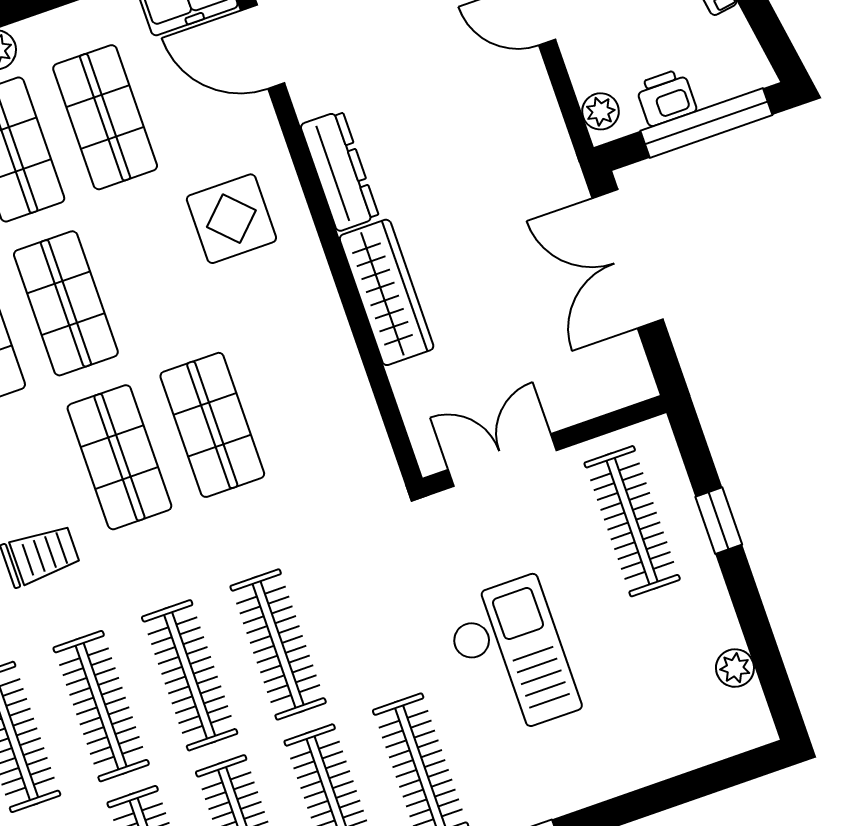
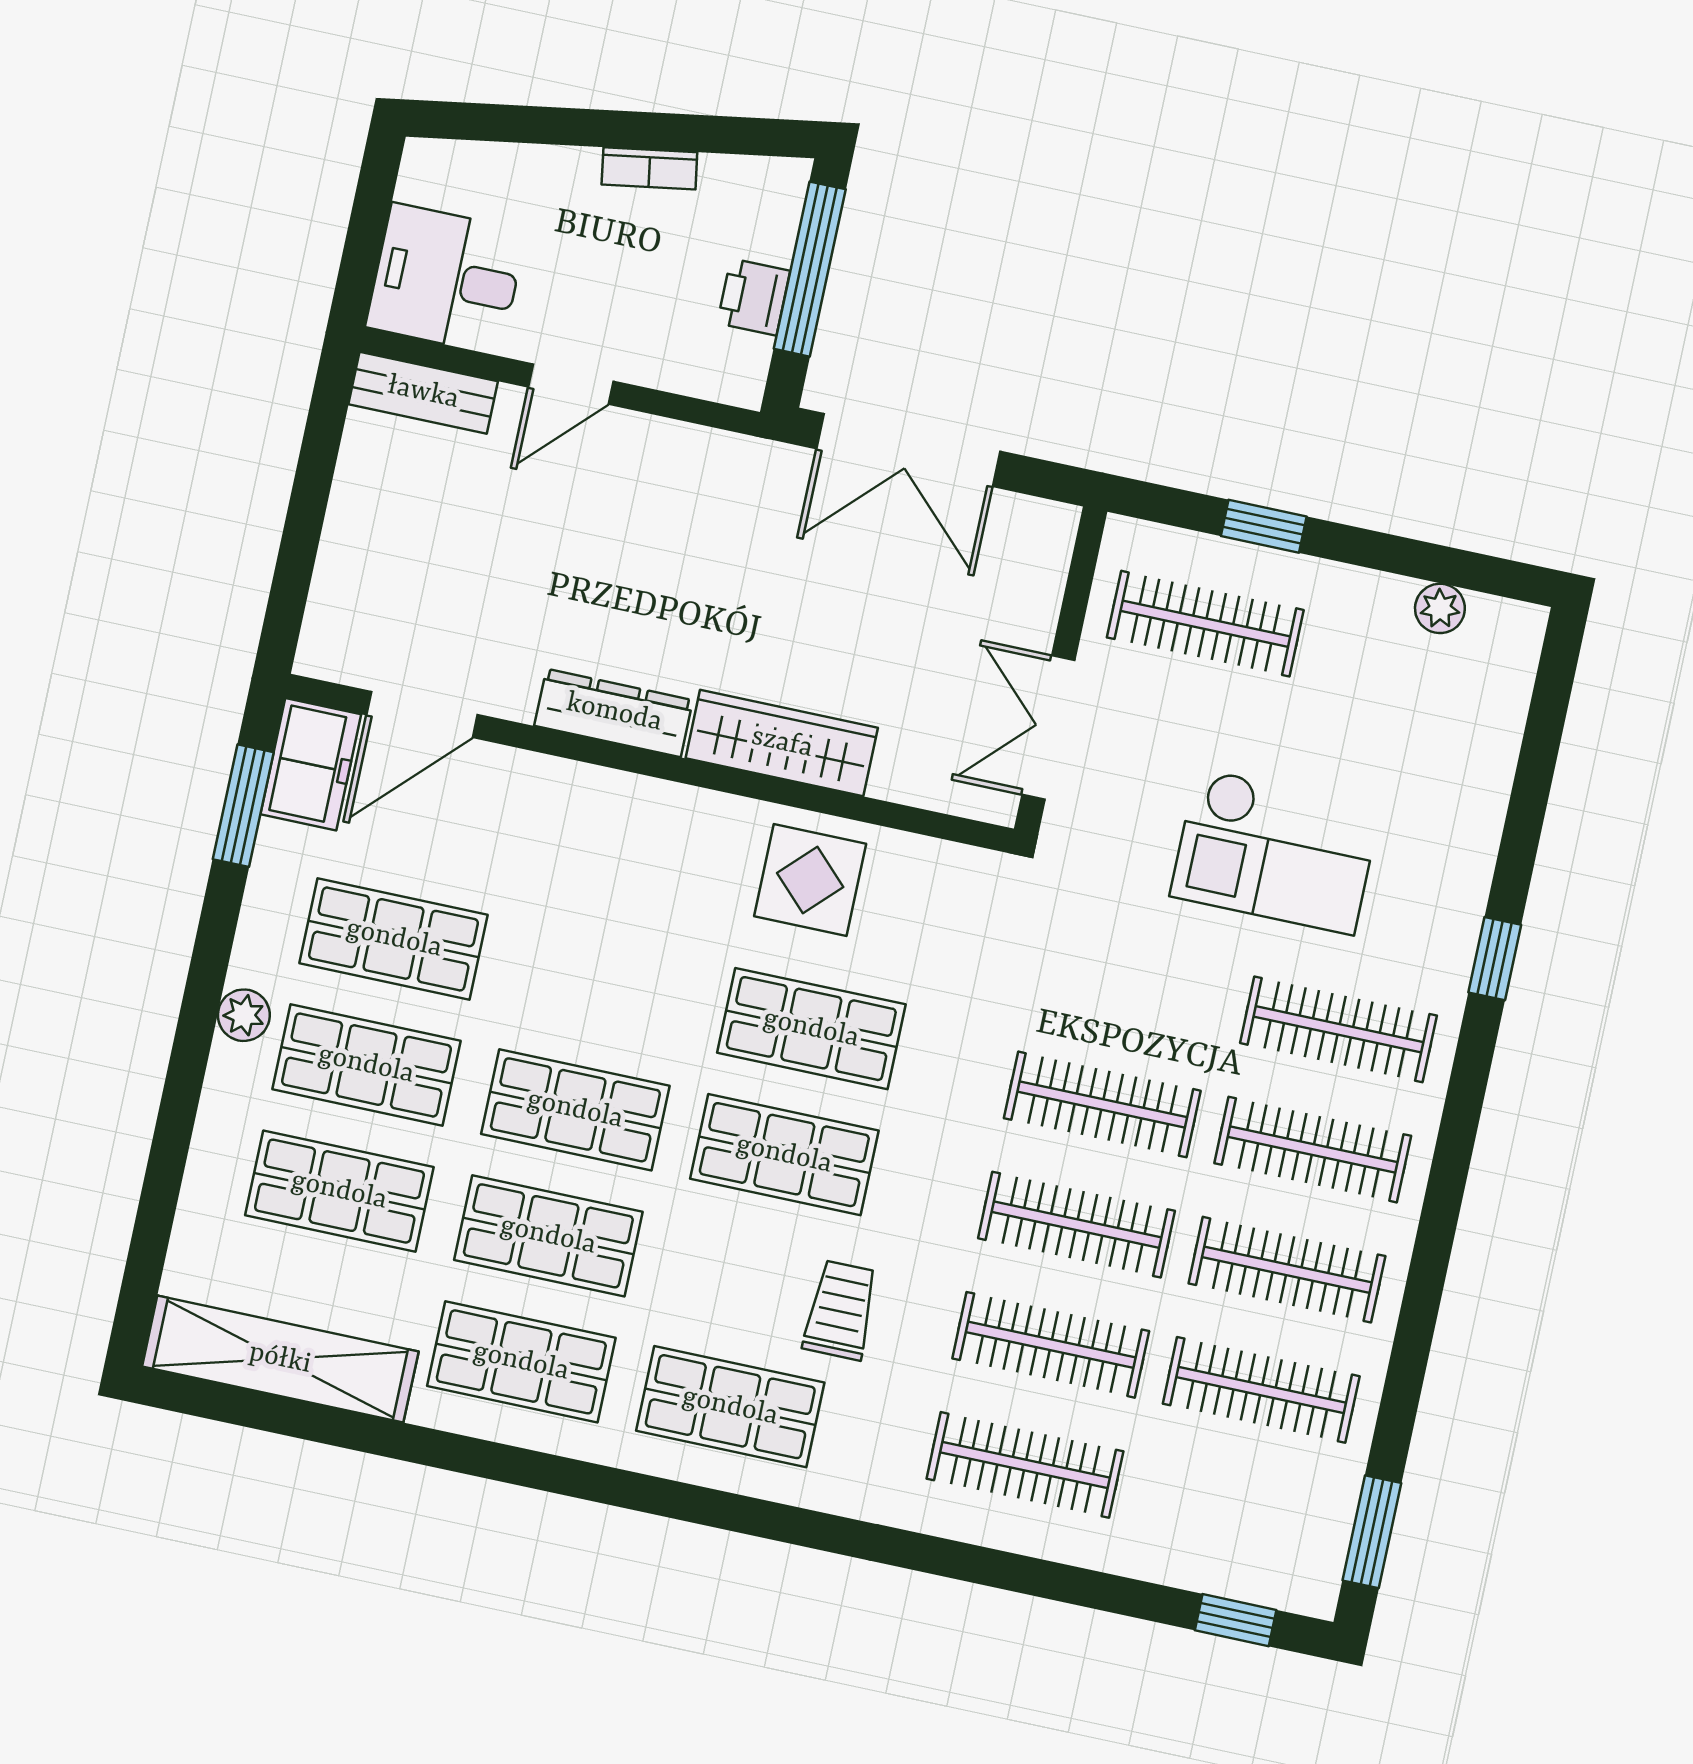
plant: (601, 111) -> (725, 380), removed
display table: (231, 219) -> (810, 880), moved
checkout: (512, 657) -> (1275, 851), turned 180

